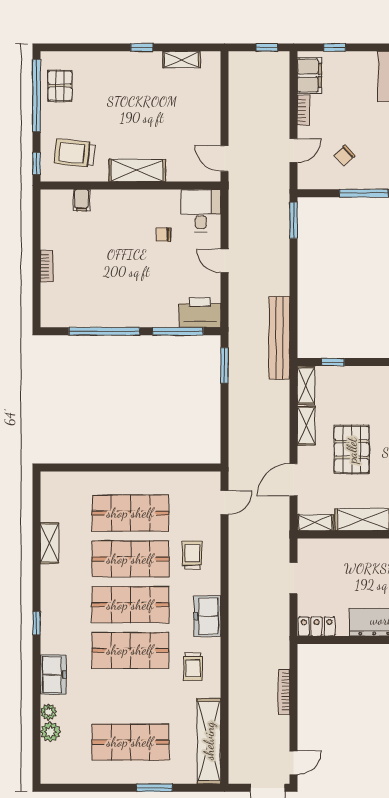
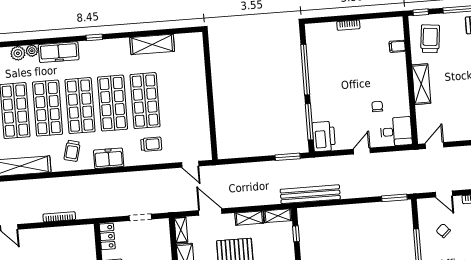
shop shelf: (130, 513) -> (48, 108), moved
shelving: (49, 543) -> (152, 44), width x1.50, depth x1.33
trolley: (193, 666) -> (72, 151), turned -76
freezer: (53, 675) -> (59, 52), width x1.40

